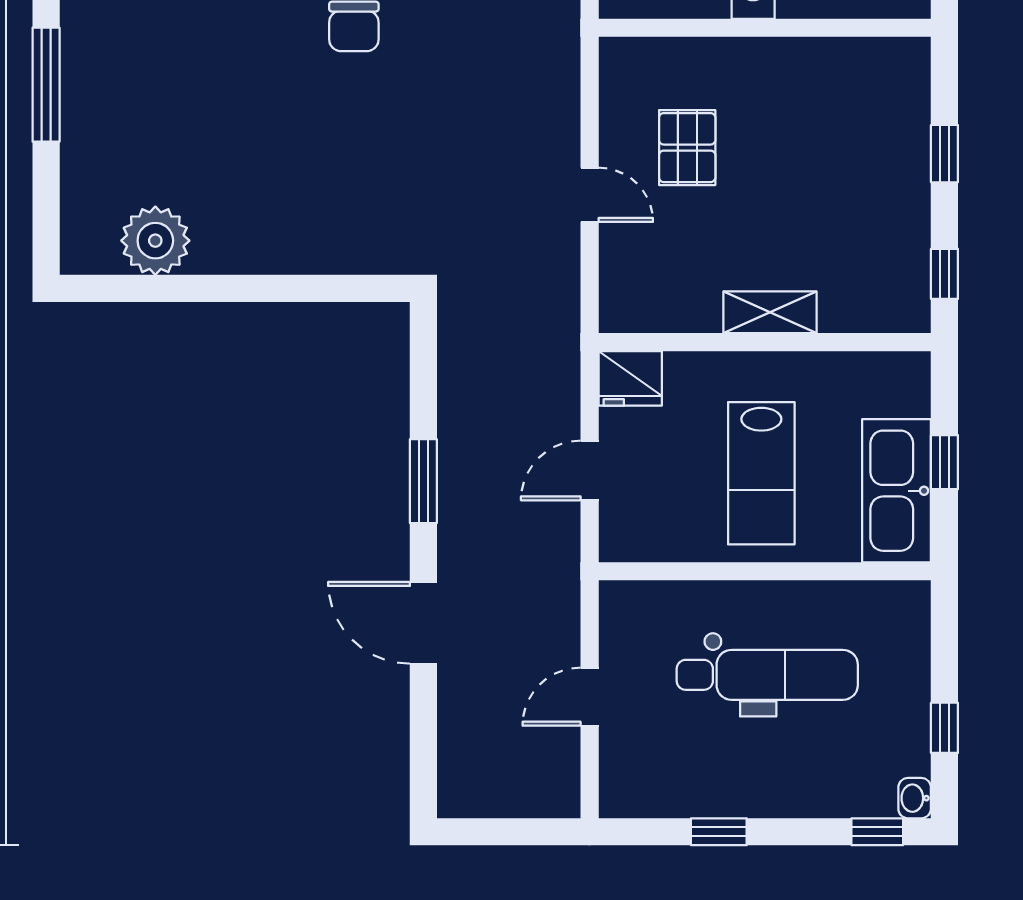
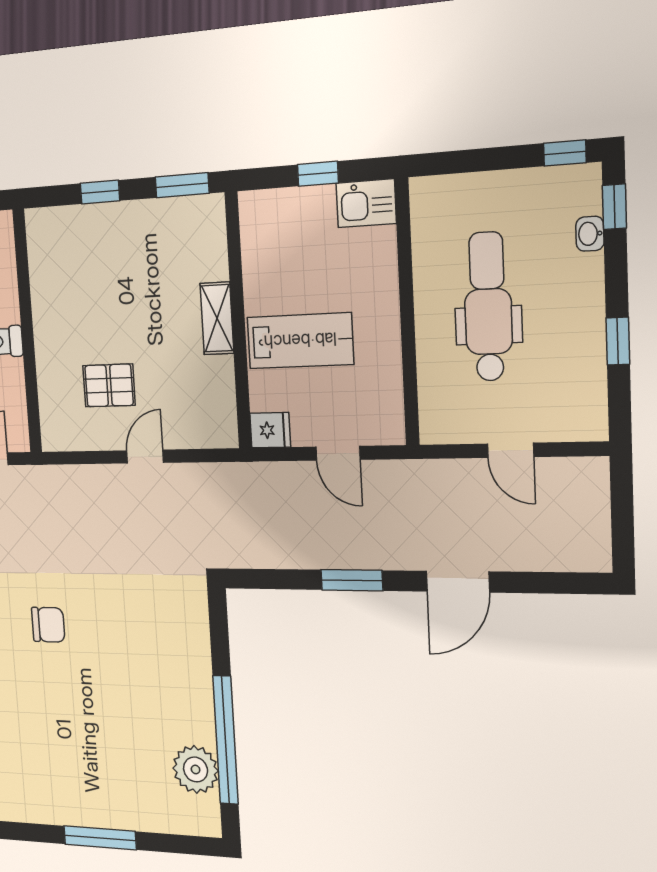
window: (944, 274) -> (182, 185), width x1.50
window: (200, 288) -> (225, 740), added
fridge: (630, 378) -> (270, 430), width x0.72
lab bench: (761, 473) -> (300, 341), moved
kitchen sink: (897, 491) -> (366, 203), width x0.53, depth x0.81
window: (944, 728) -> (565, 153), moved
washbasin: (915, 798) -> (590, 234), moved, turned 90

